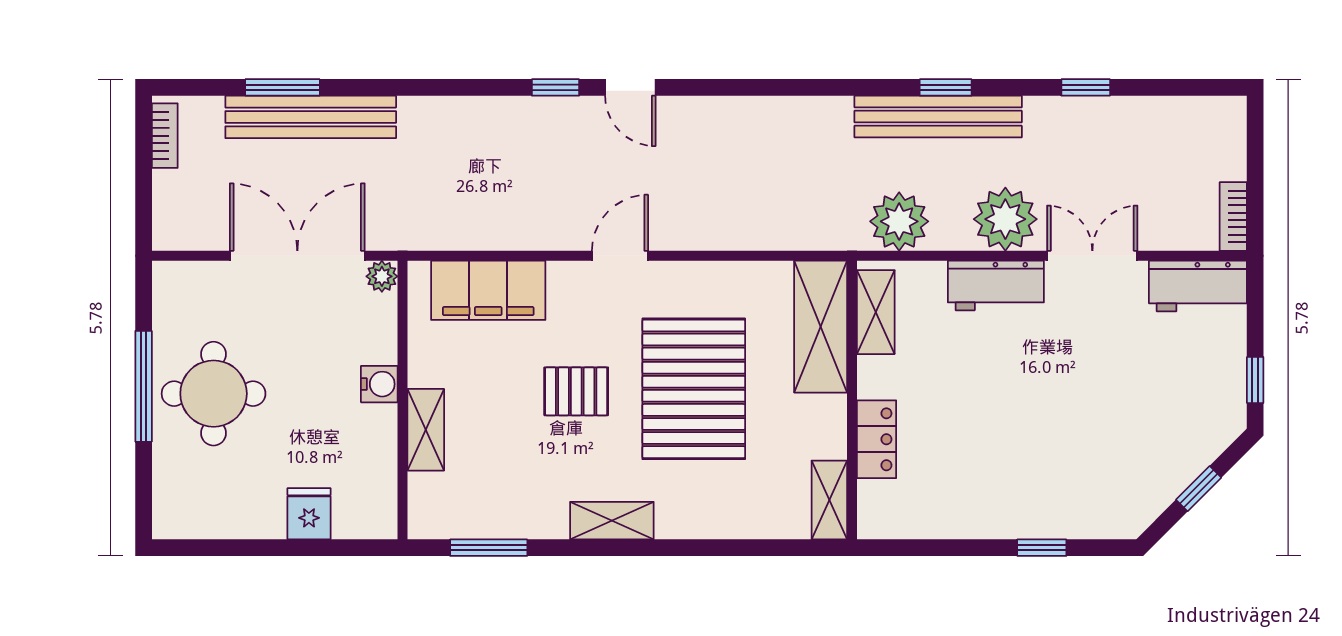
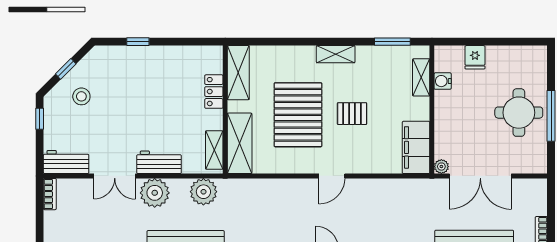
filing cabinet: (488, 290) -> (416, 147), moved, turned -90
water cooler: (379, 384) -> (443, 81), moved
stool: (1165, 429) -> (81, 96), added
shelving: (426, 430) -> (421, 77), moved
shelving: (829, 500) -> (238, 73), width x1.50, depth x1.33

